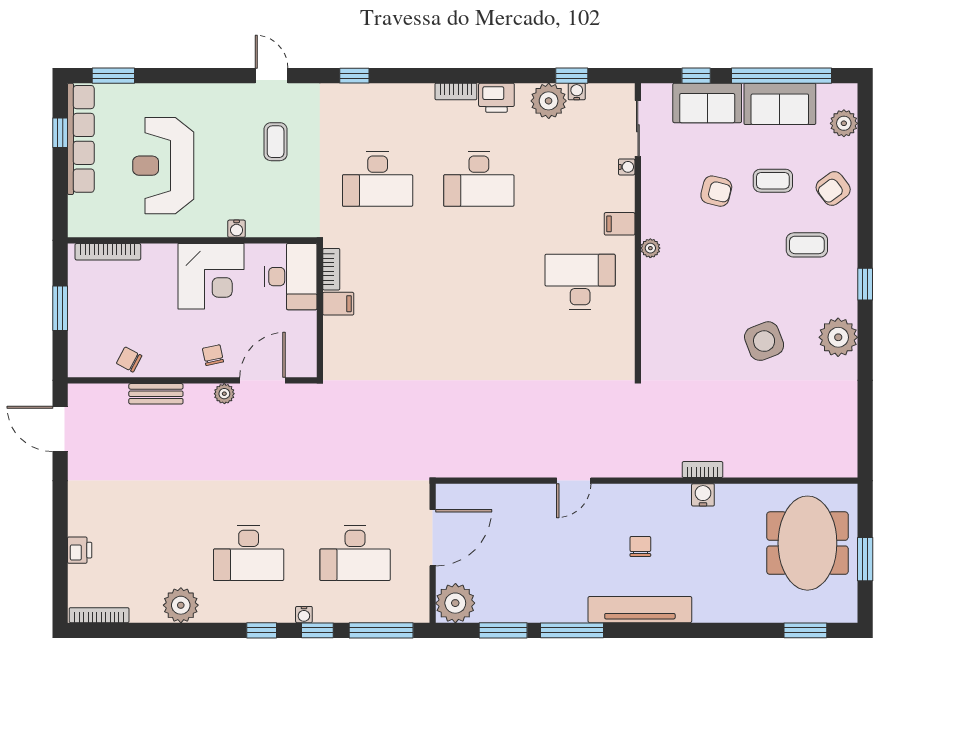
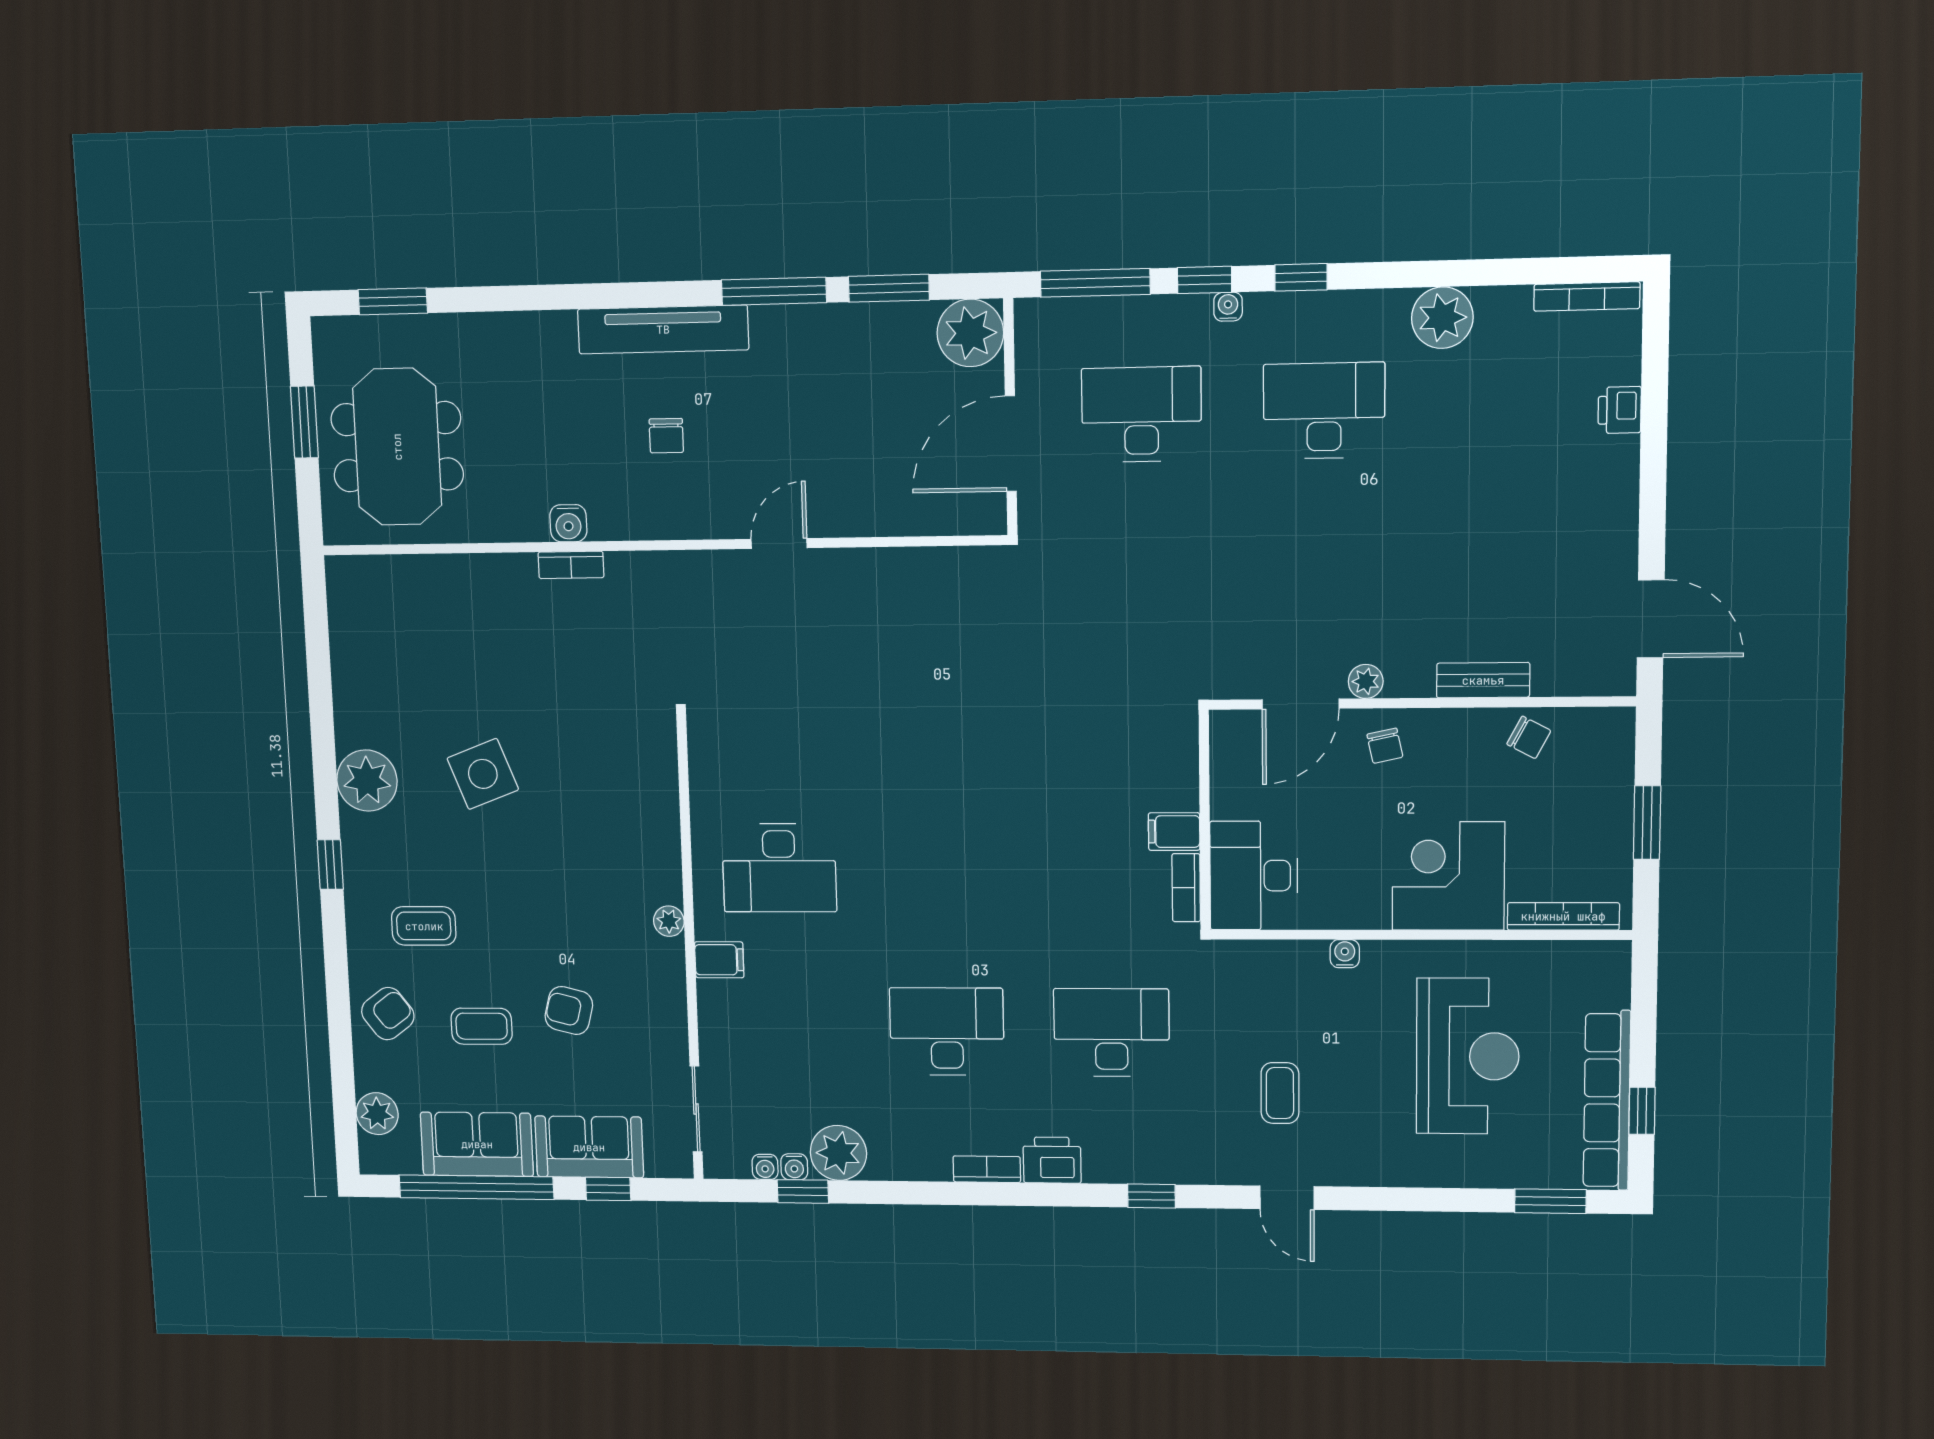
printer: (496, 98) -> (1052, 1160), moved
water cooler: (627, 167) -> (765, 1167), moved, turned -90
corner desk: (211, 276) -> (1448, 876), moved

